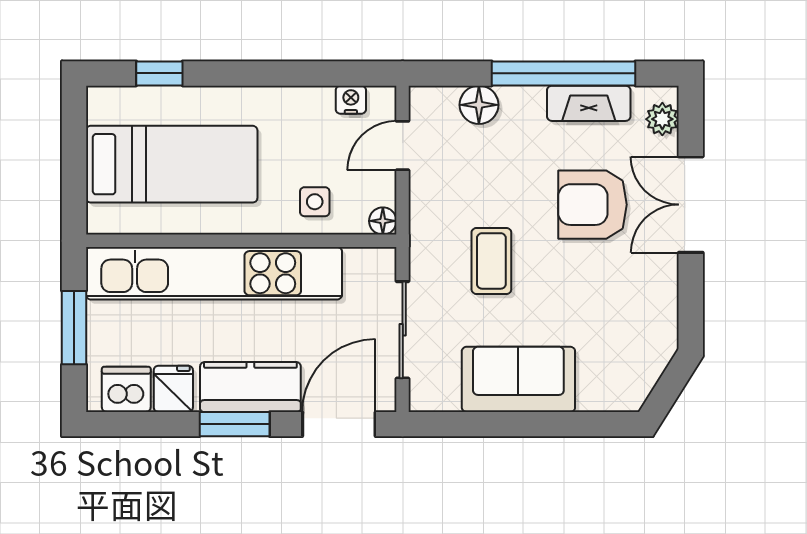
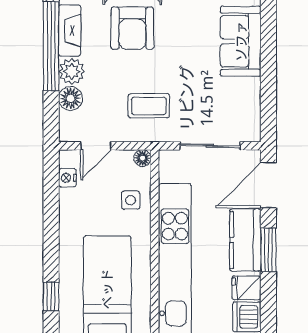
plant: (523, 107) -> (72, 71), added
door: (403, 146) -> (96, 146), hinge flipped
coffee table: (491, 261) -> (149, 106), moved
sofa: (518, 379) -> (241, 41), moved
door: (339, 424) -> (268, 185), hinge flipped

